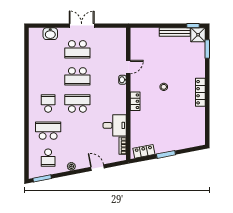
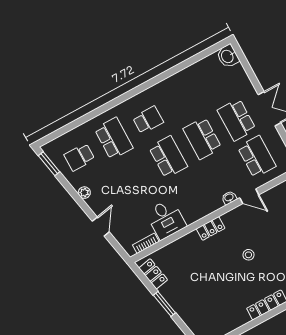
washbasin: (50, 34) -> (228, 56), moved
school desk: (107, 49) -> (257, 157), added

